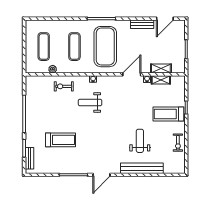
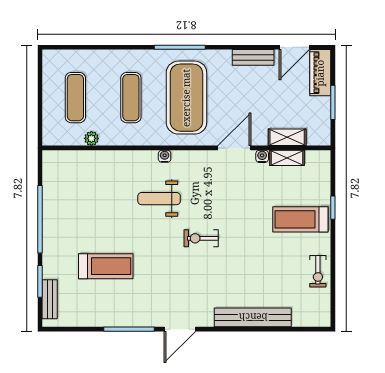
piano: (179, 33) -> (320, 73), added
exercise bike: (64, 86) -> (201, 238), moved
weight bench: (140, 141) -> (249, 268), removed

